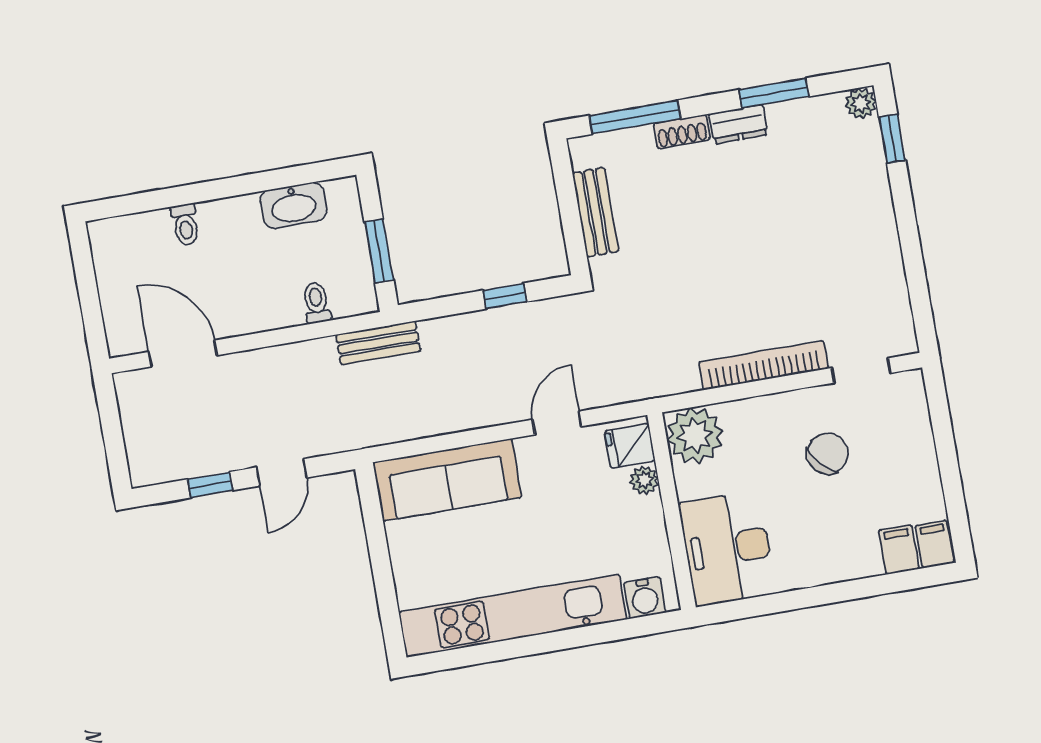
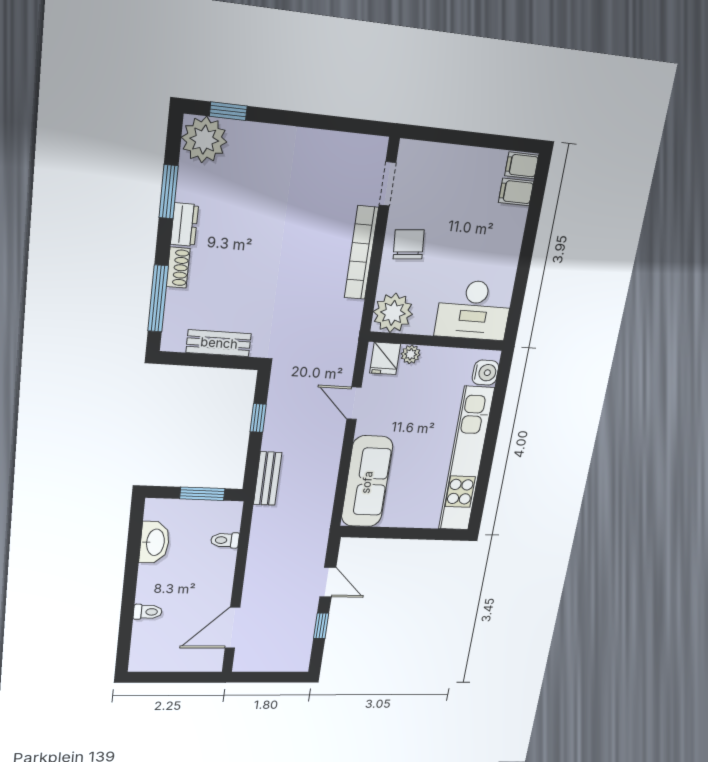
plant: (861, 103) -> (204, 140), width x1.87, depth x1.87
bench: (378, 343) -> (268, 479), moved
chair: (828, 454) -> (409, 244), moved, turned 38

